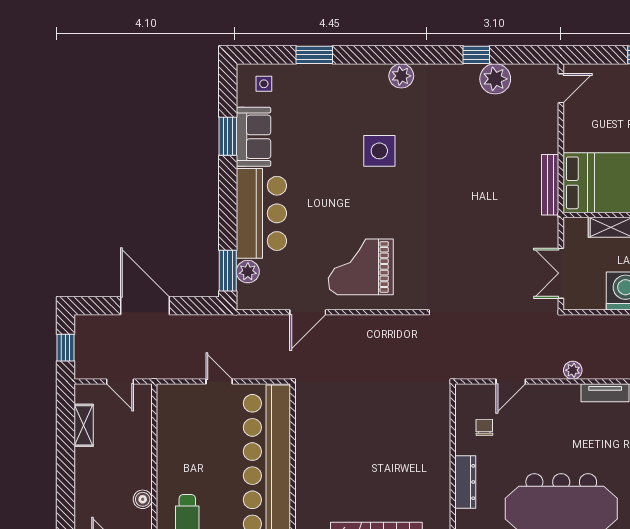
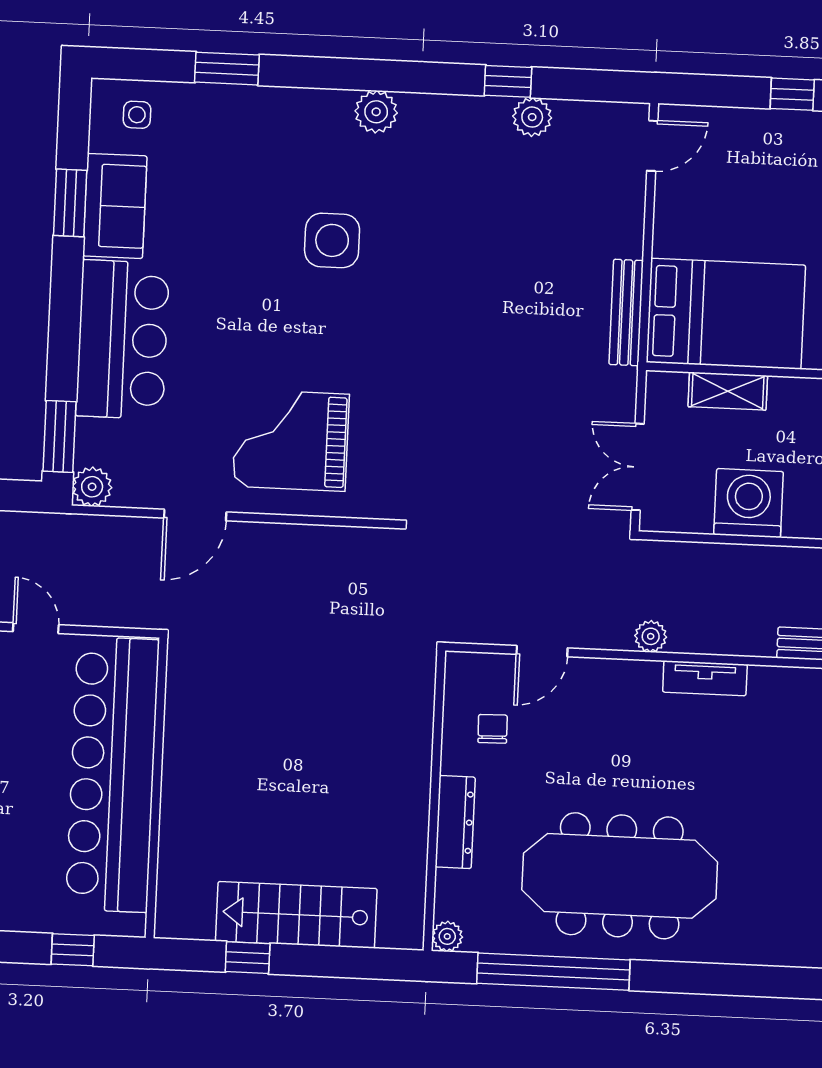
plant: (495, 79) -> (532, 117), width x0.73, depth x0.73
plant: (248, 272) -> (92, 487), moved

